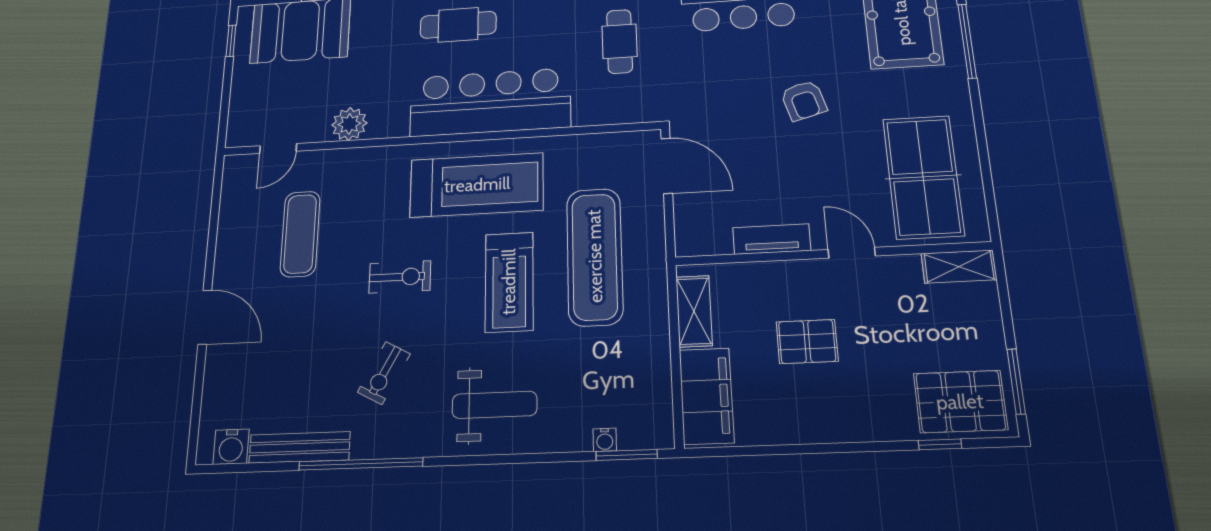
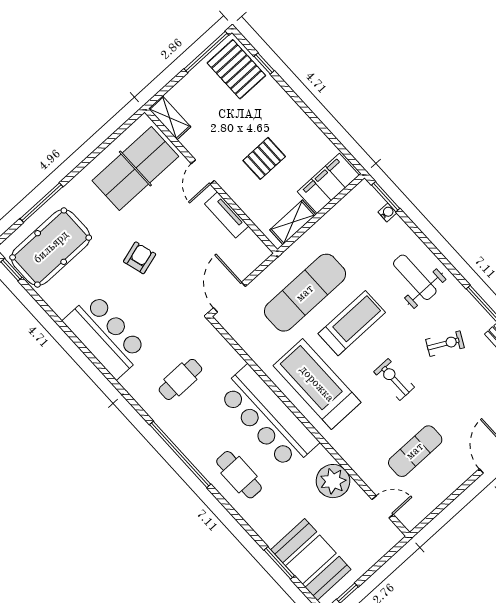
plant: (349, 124) -> (333, 481), width x1.36, depth x1.36
pallet: (807, 342) -> (264, 158), turned 90
window: (1016, 381) -> (206, 52), width x1.44

